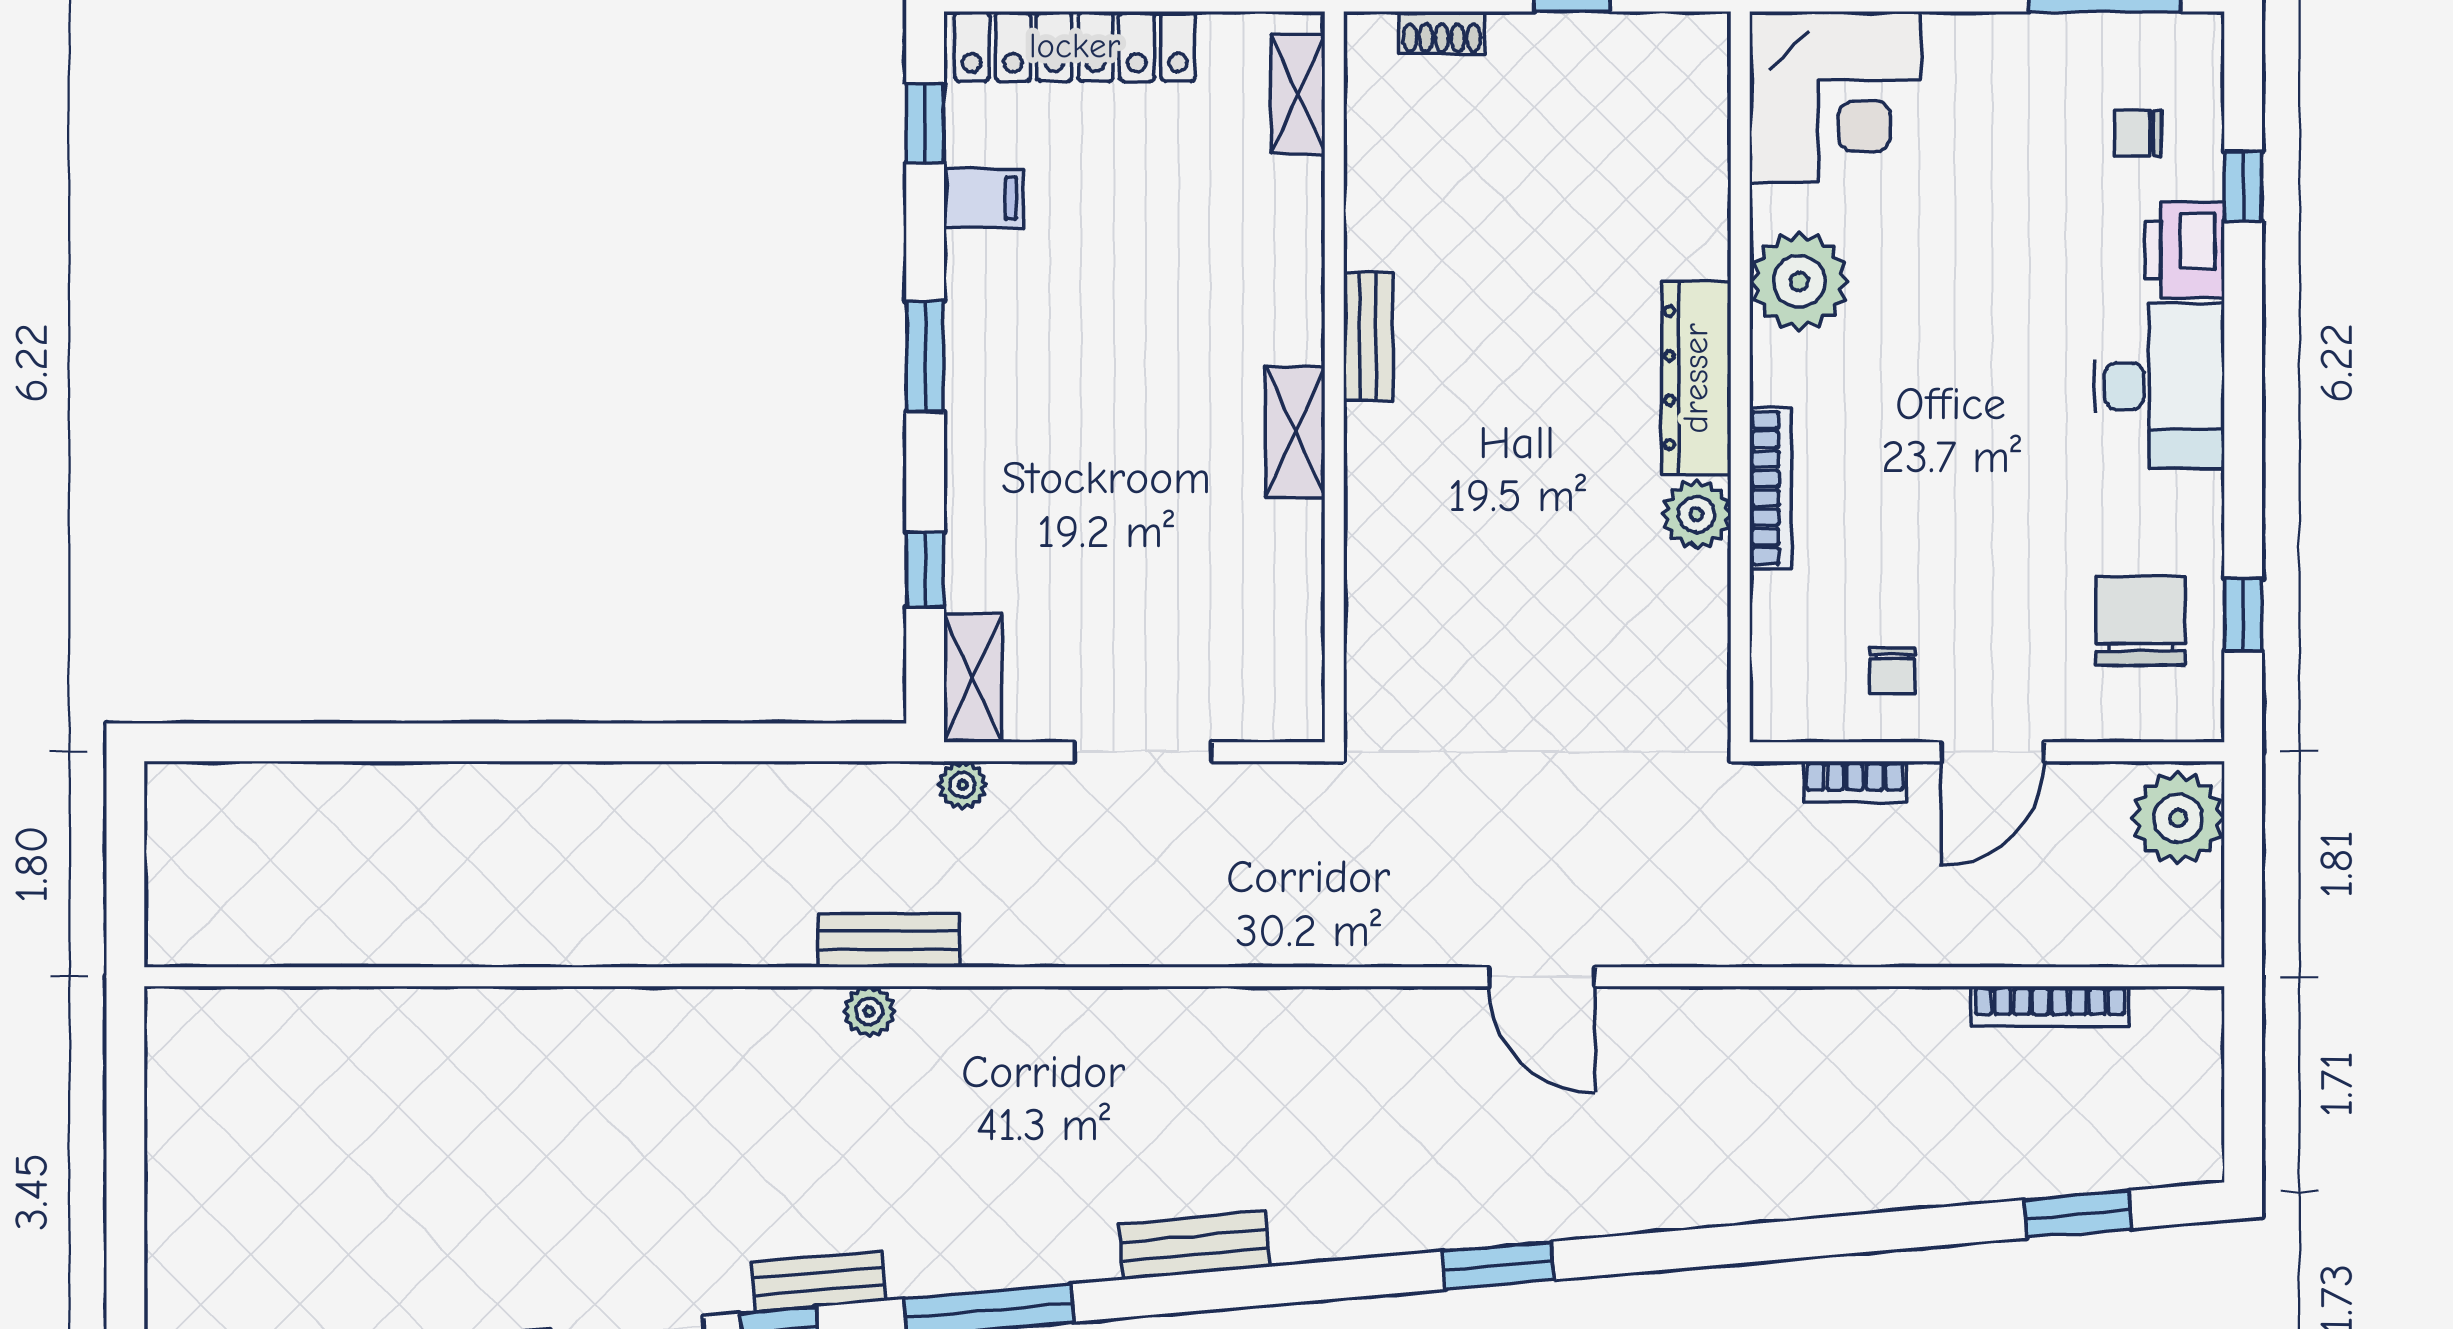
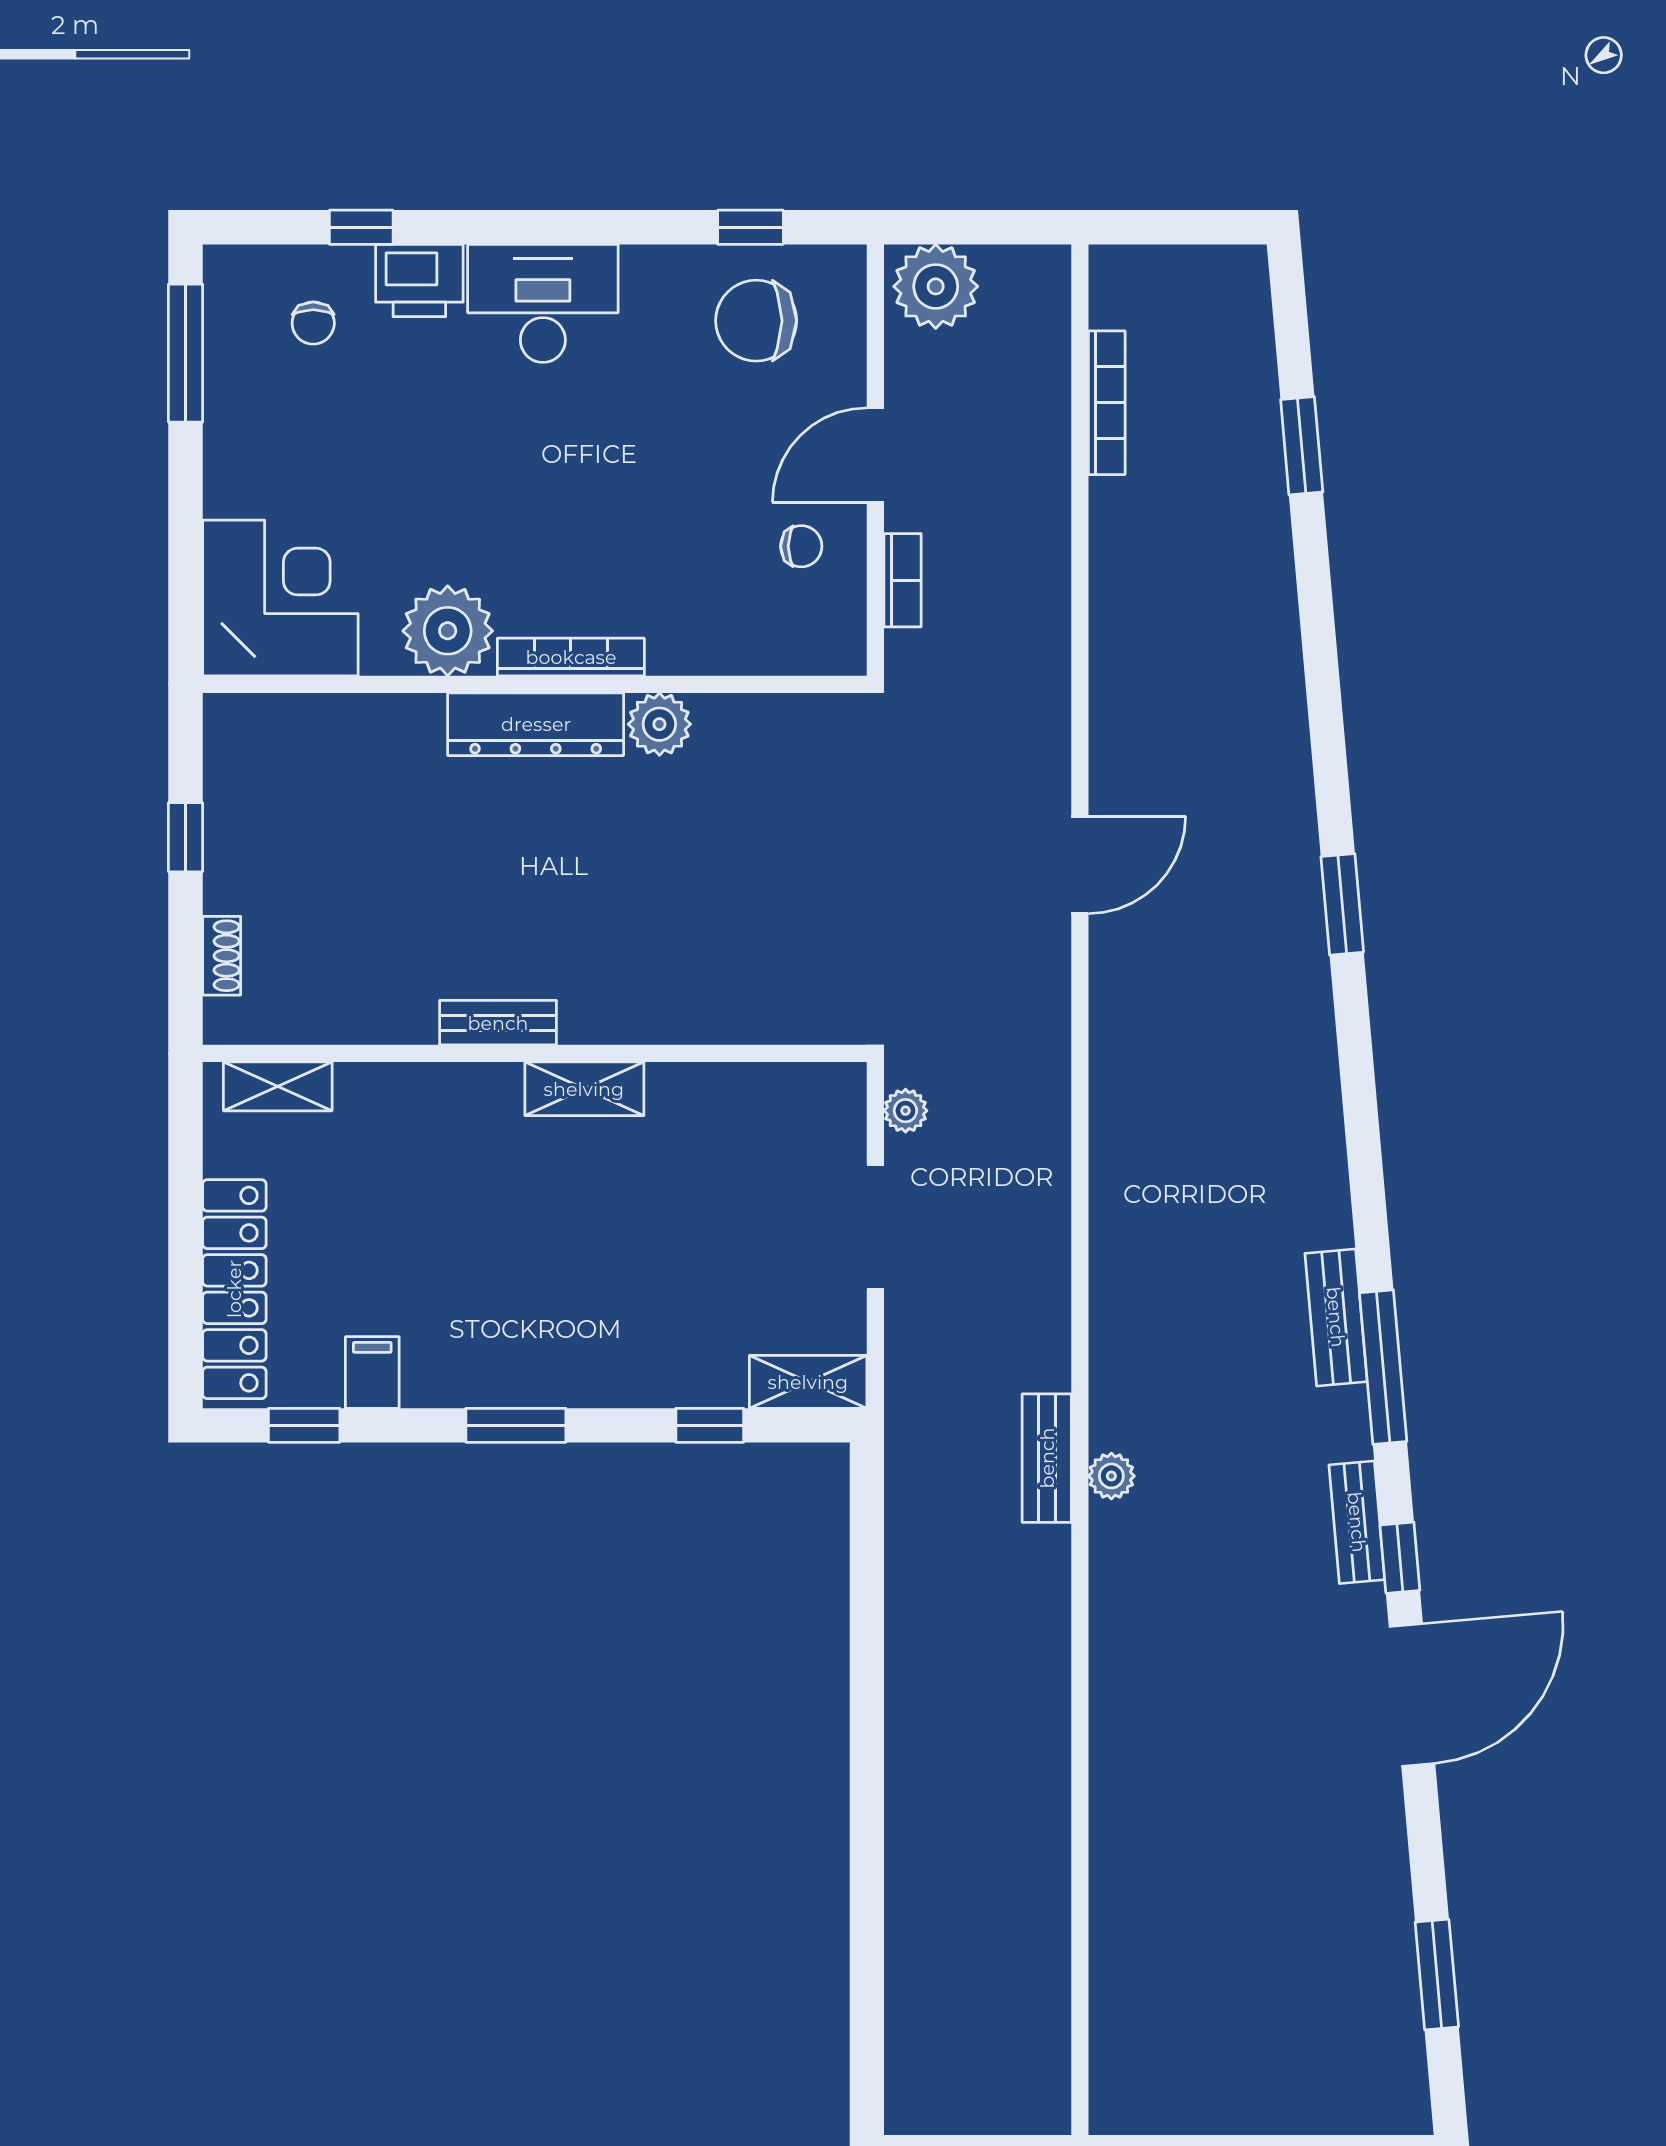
bookcase: (1770, 488) -> (571, 657), moved
door: (1993, 752) -> (875, 455), swing flipped
plant: (963, 785) -> (905, 1111), moved
window: (2078, 1214) -> (1302, 446), moved
bench: (1194, 1245) -> (1336, 1317), moved

